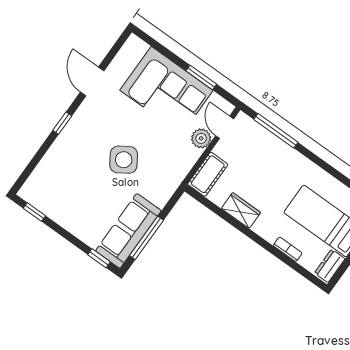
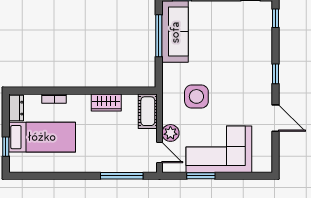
side table: (124, 160) -> (196, 96), moved, turned 33
window: (25, 176) -> (275, 18), added

